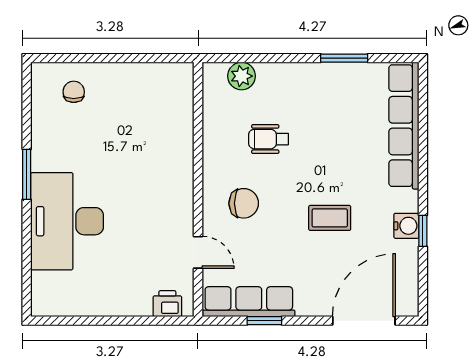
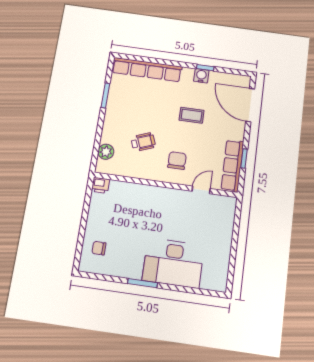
wheelchair: (268, 139) -> (143, 142), turned -111
coffee table: (330, 218) -> (192, 115), turned 90
printer: (167, 304) -> (100, 185), moved, turned -90

